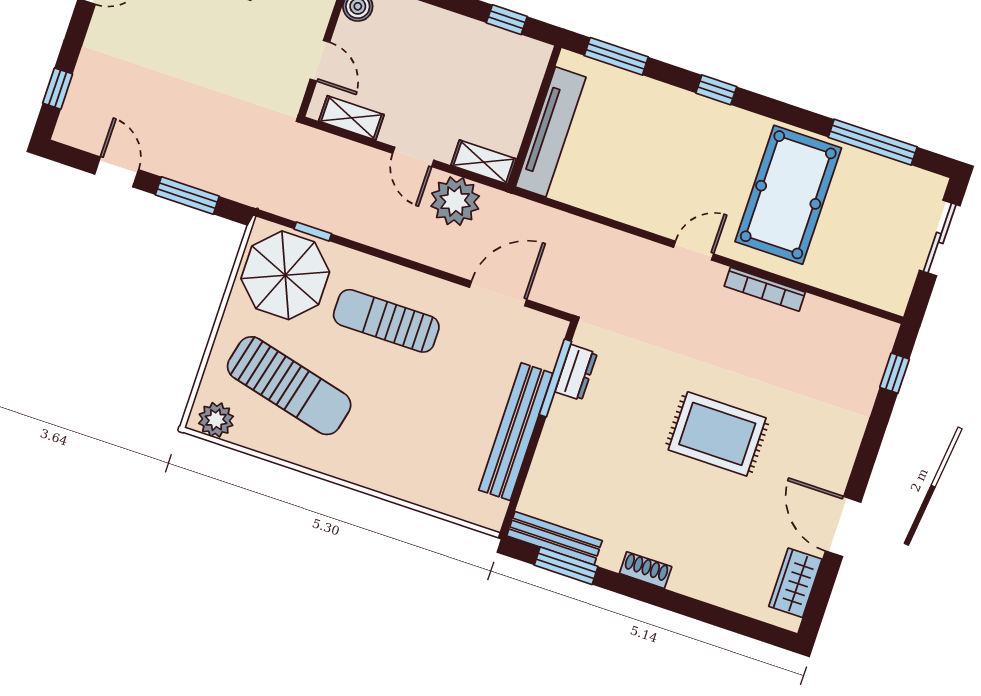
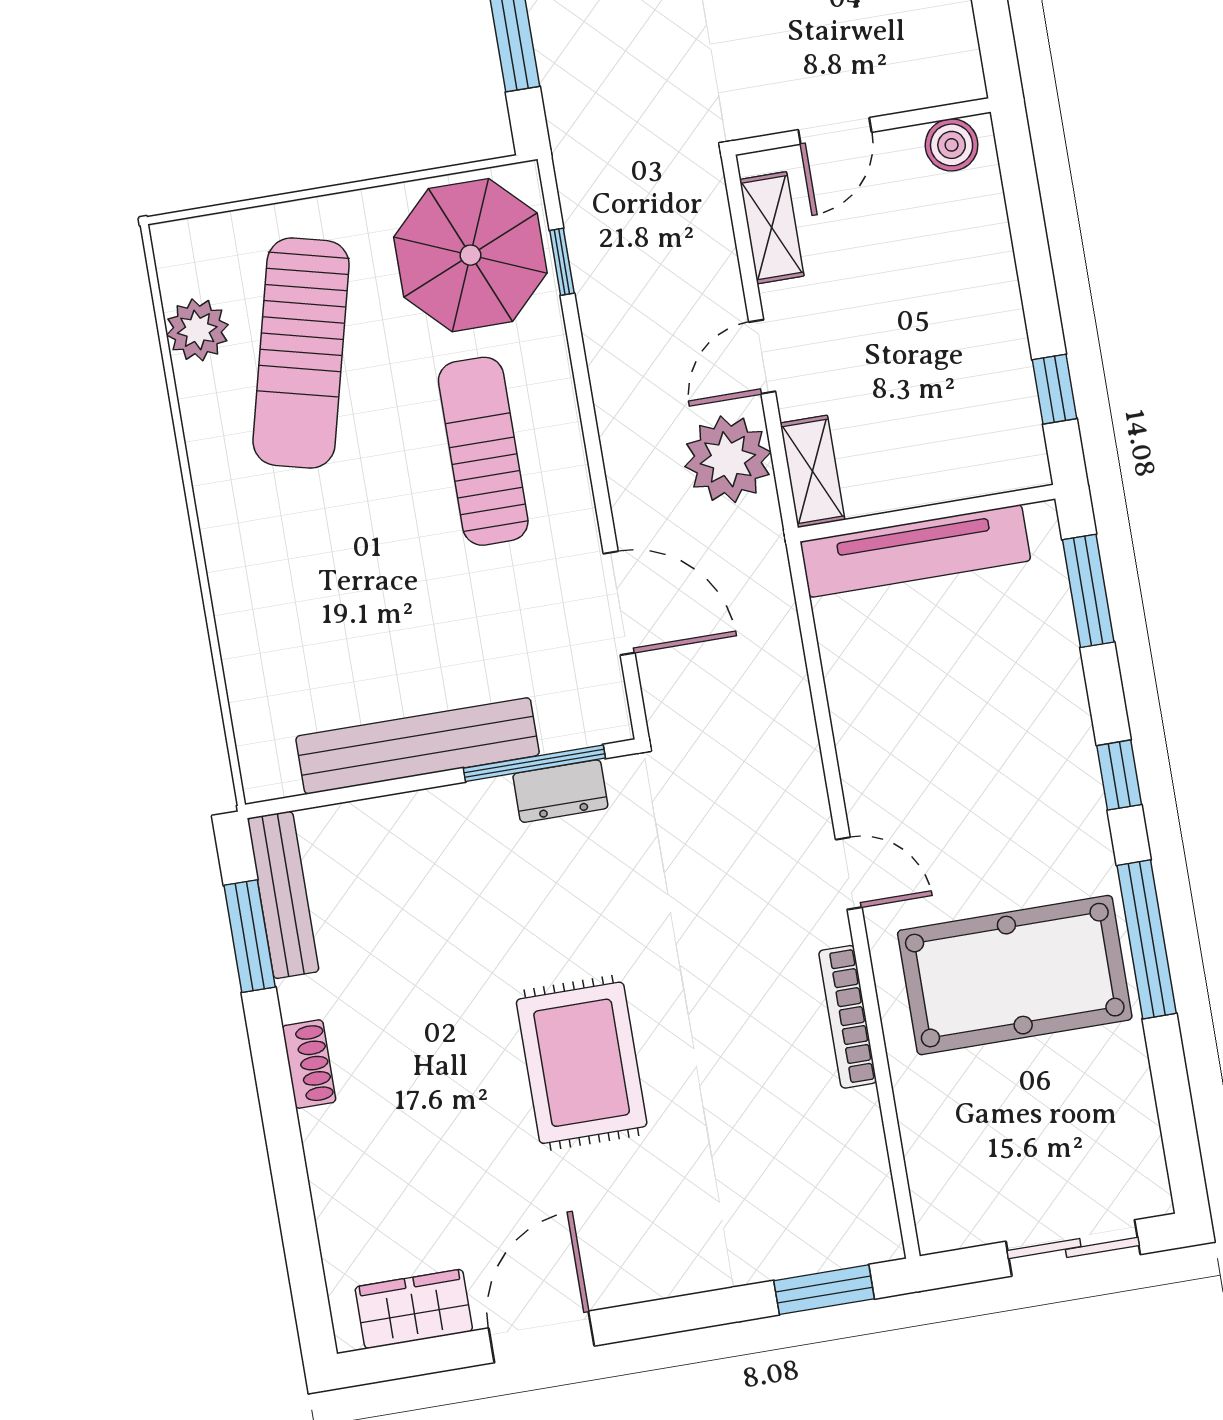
window: (873, 142) -> (1147, 939), moved
window: (895, 373) -> (824, 1290), width x1.50
plant: (216, 420) -> (197, 330), moved

